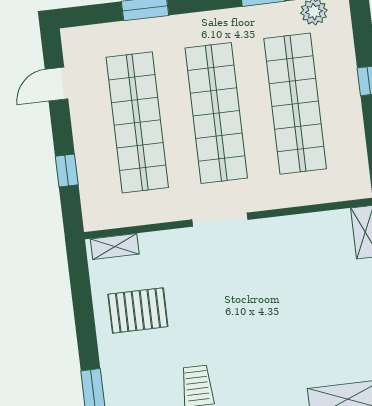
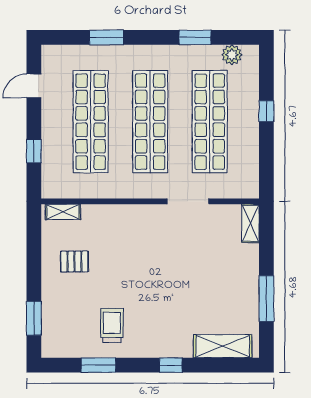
doorway: (220, 220) -> (188, 201), moved
pallet: (138, 310) -> (74, 262), width x0.67, depth x0.71

